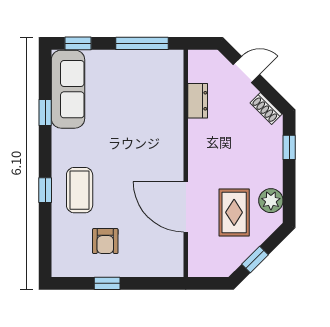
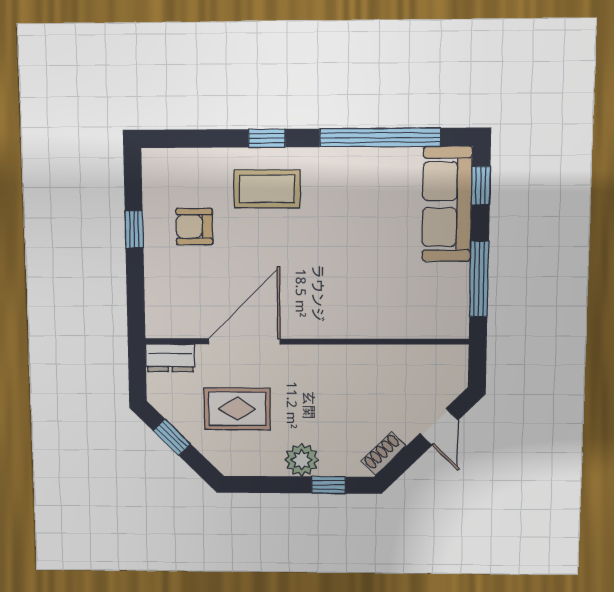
sofa: (68, 89) -> (447, 204), moved, turned 90
dresser: (198, 101) -> (170, 358), moved
window: (45, 113) -> (380, 137), width x3.17
plant: (271, 201) -> (302, 460), moved

